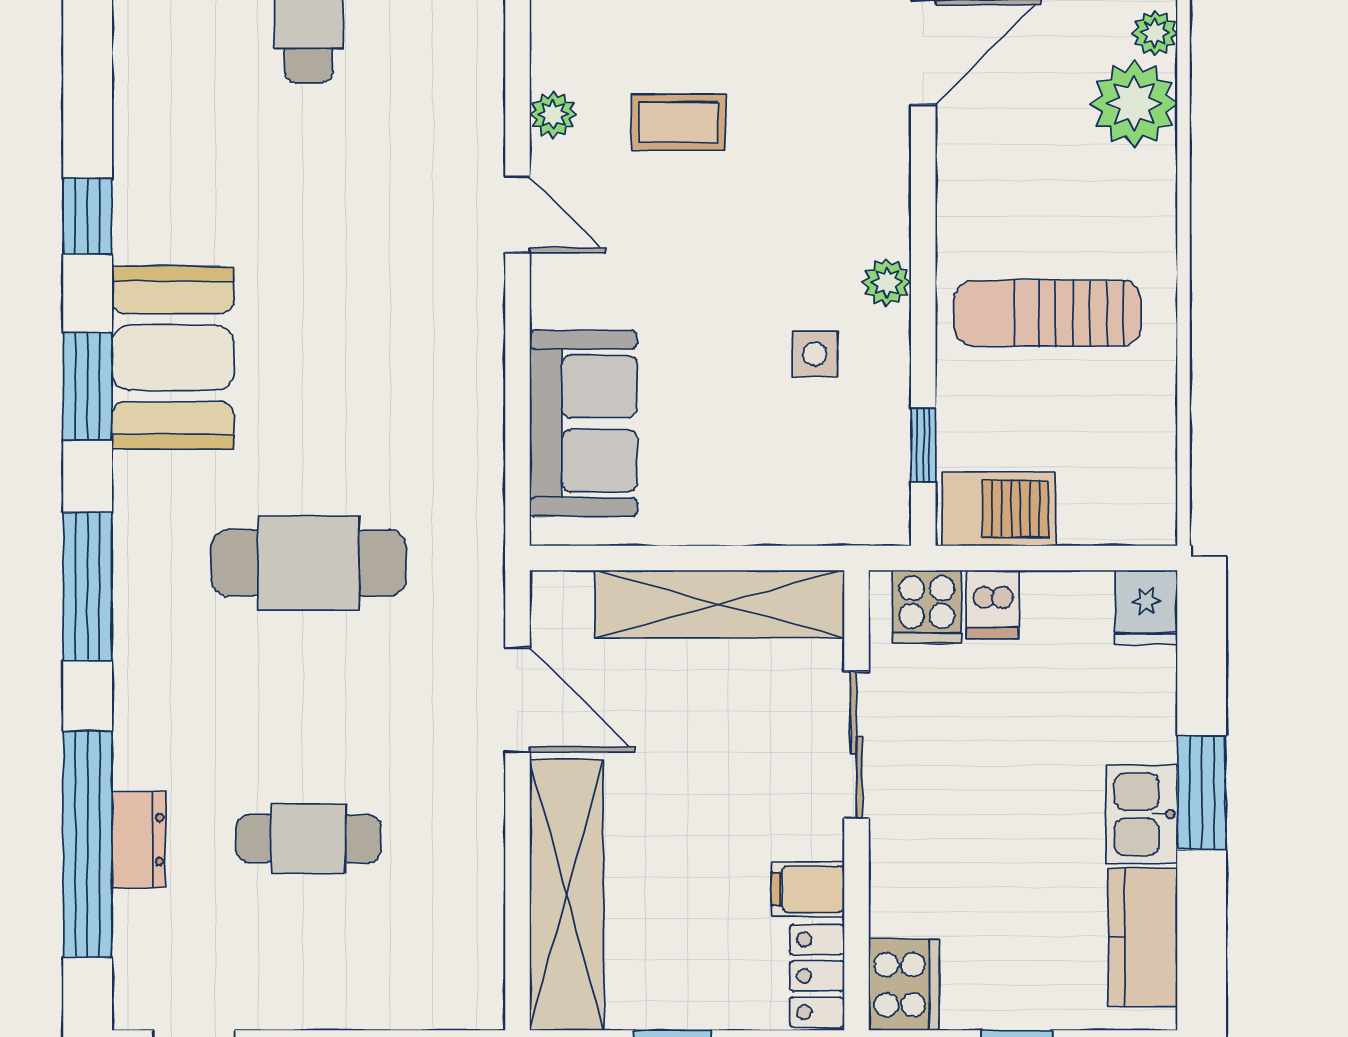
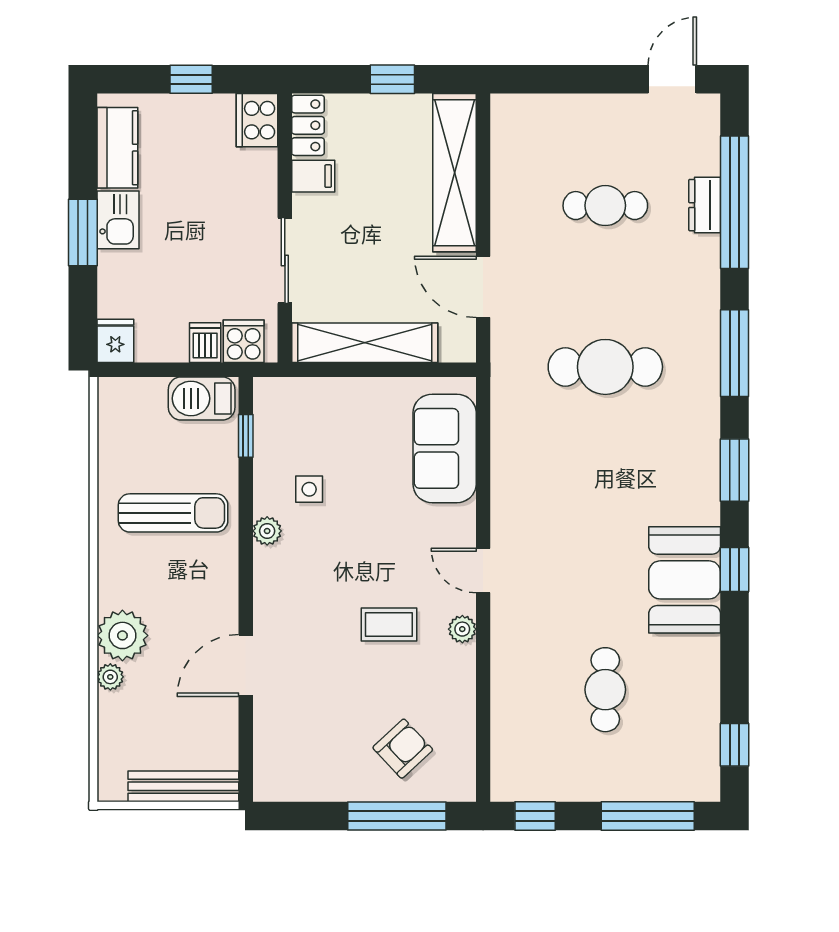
booth: (173, 358) -> (685, 580), moved

